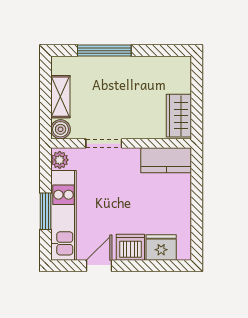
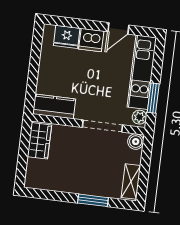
window: (104, 51) -> (93, 200), width x0.69
shelving: (60, 97) -> (131, 181), moved
doorway: (104, 143) -> (102, 126), width x1.38
window: (45, 211) -> (153, 98), moved

